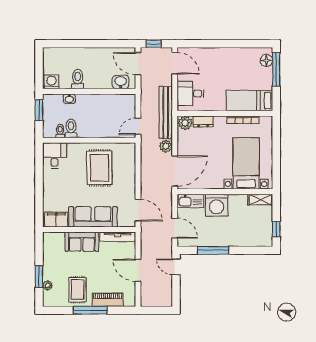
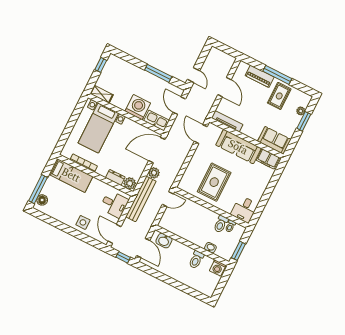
side table: (213, 59) -> (83, 222), added
sofa: (82, 242) -> (274, 140), moved

